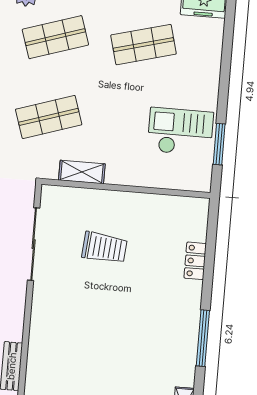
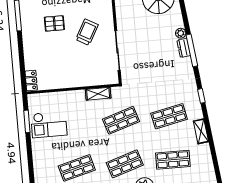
trolley: (104, 248) -> (87, 32), moved, turned 114
locker: (195, 261) -> (31, 81), moved
pallet: (139, 313) -> (54, 23), added

